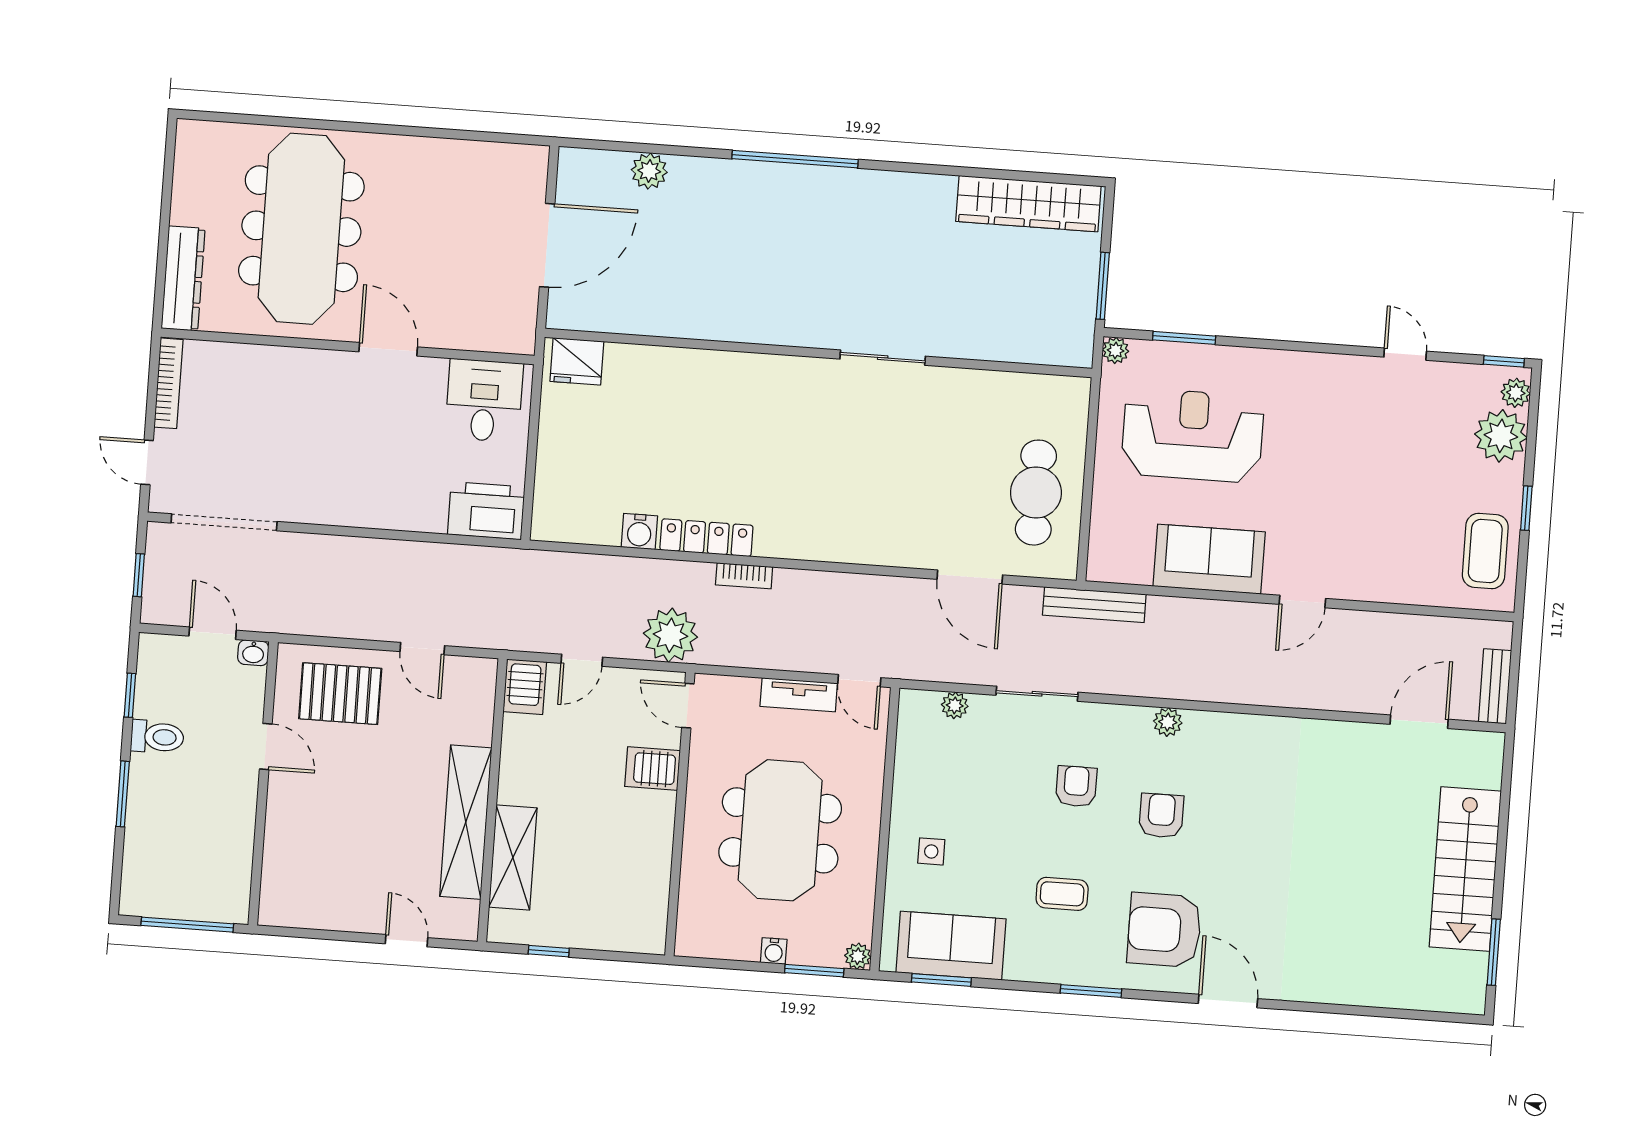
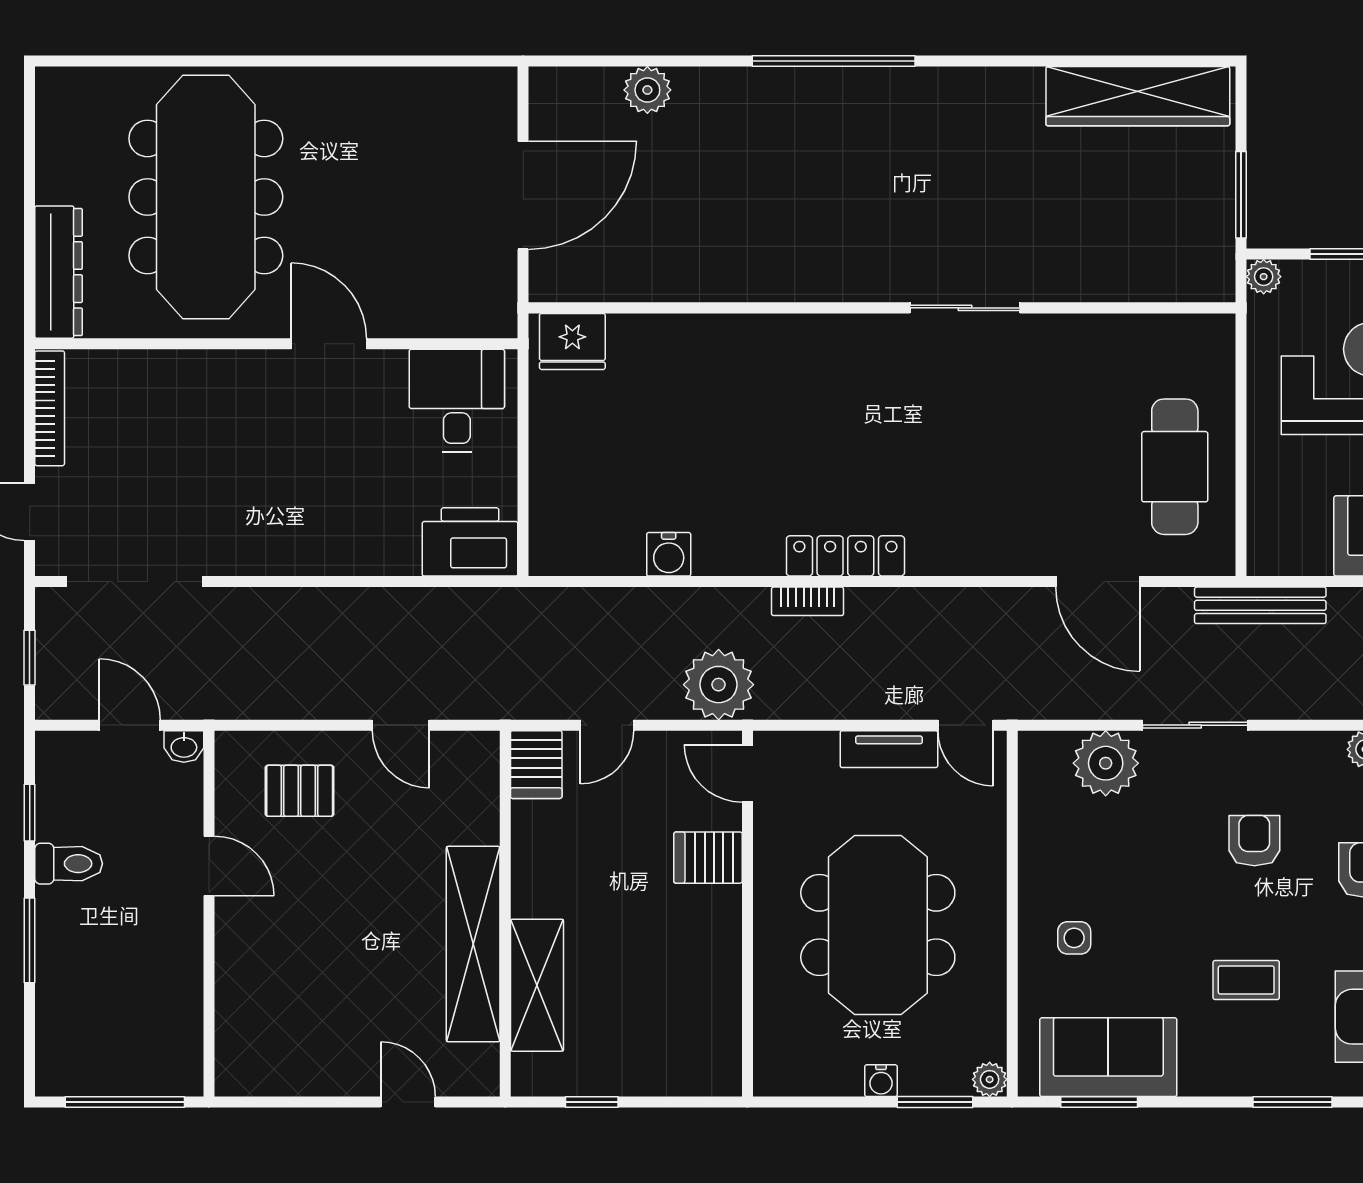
locker: (706, 538) -> (845, 556), moved
pallet: (340, 694) -> (300, 791), width x0.67, depth x0.71
plant: (955, 705) -> (1106, 763), width x1.88, depth x1.88

